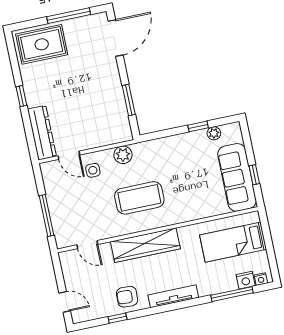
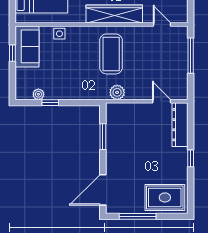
side table: (93, 170) -> (59, 34), moved
sofa: (237, 177) -> (27, 46), width x0.73
coffee table: (139, 198) -> (111, 54), turned 90

